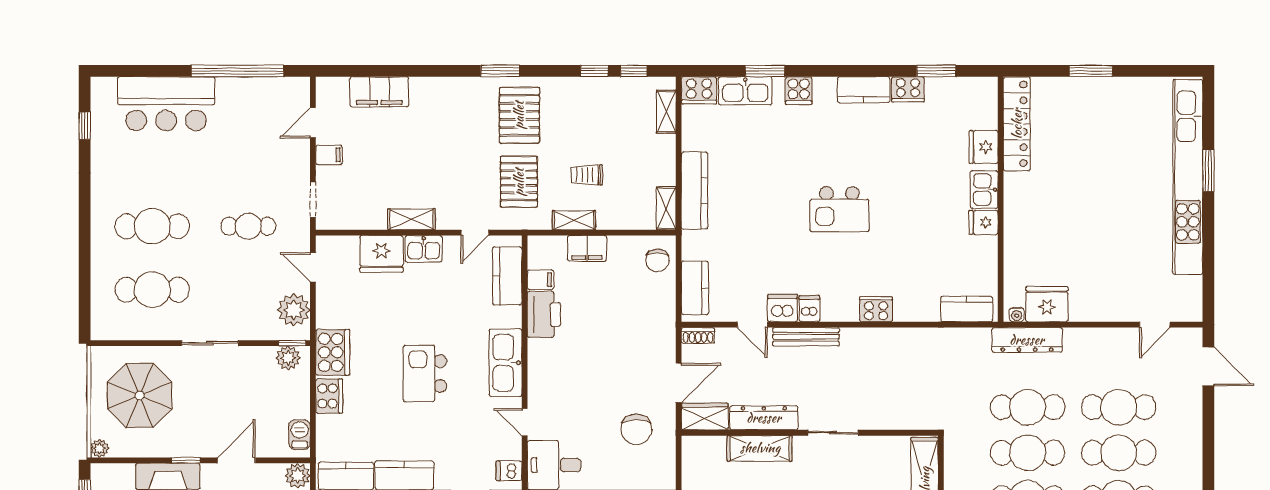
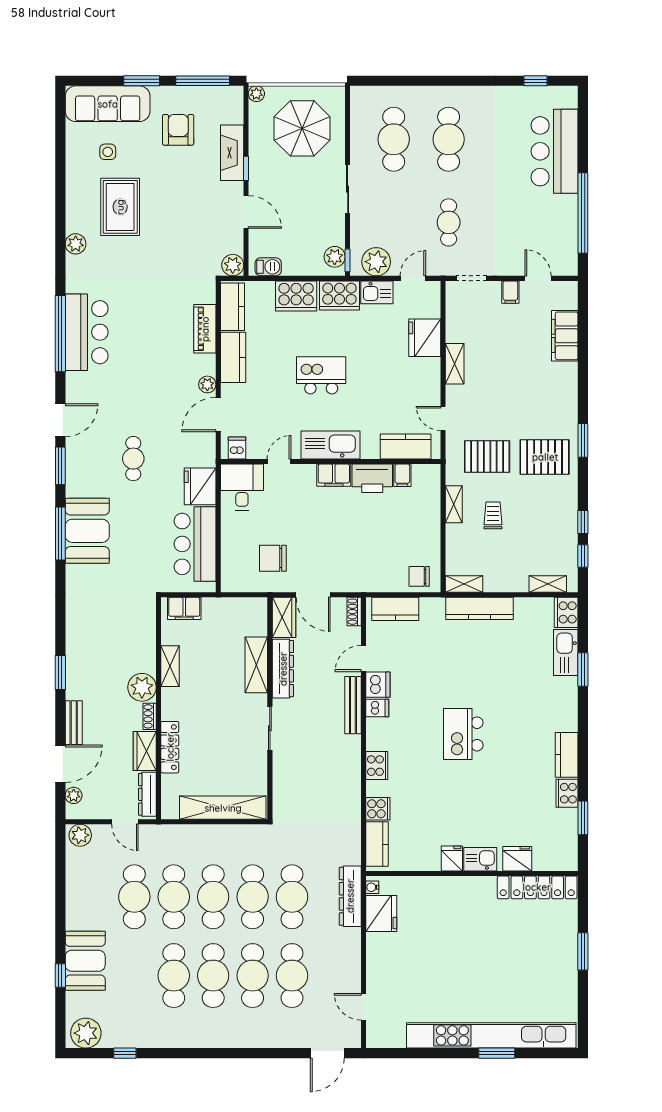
cooker: (799, 91) -> (378, 809), moved, turned 180
filing cabinet: (587, 248) -> (334, 475), moved, turned -90
kitchen sink: (424, 249) -> (377, 292), moved, turned -90
cooker: (329, 396) -> (296, 296), width x1.37, depth x1.31

